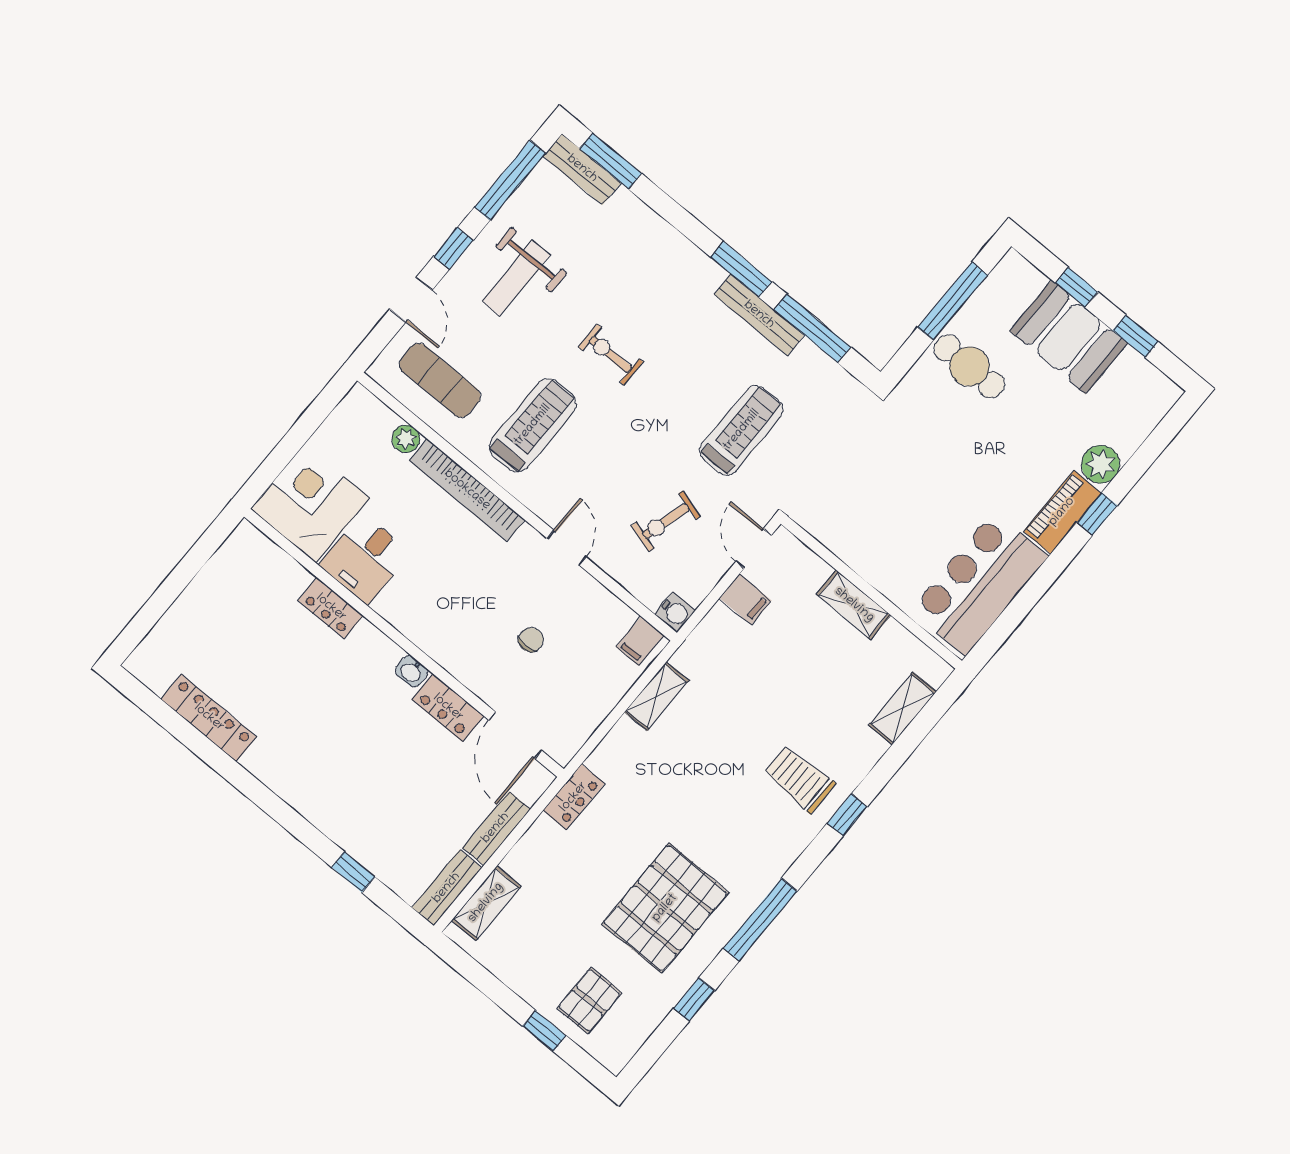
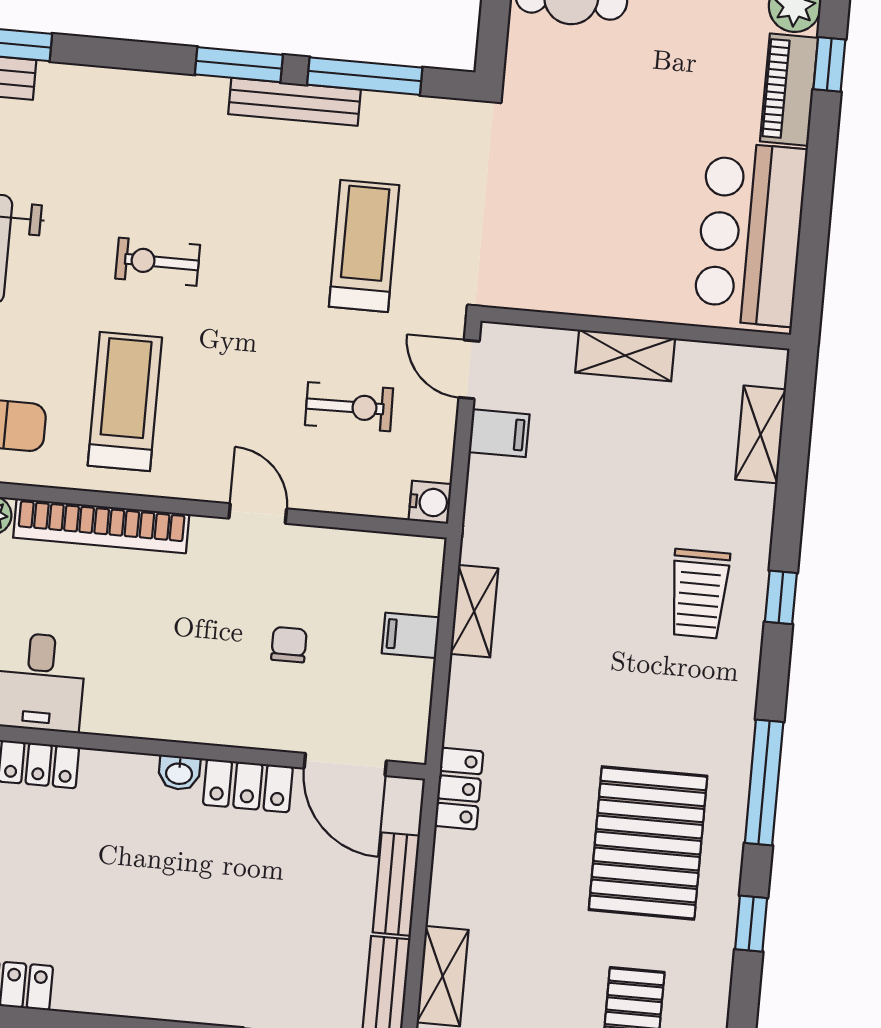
exercise bike: (666, 521) -> (349, 407), turned -107
filing cabinet: (640, 641) -> (411, 635), moved, turned 90
trolley: (799, 779) -> (699, 594), turned -90

